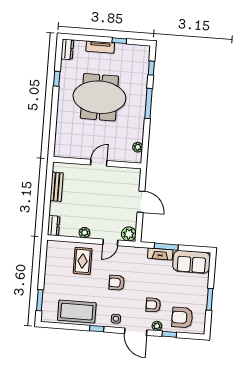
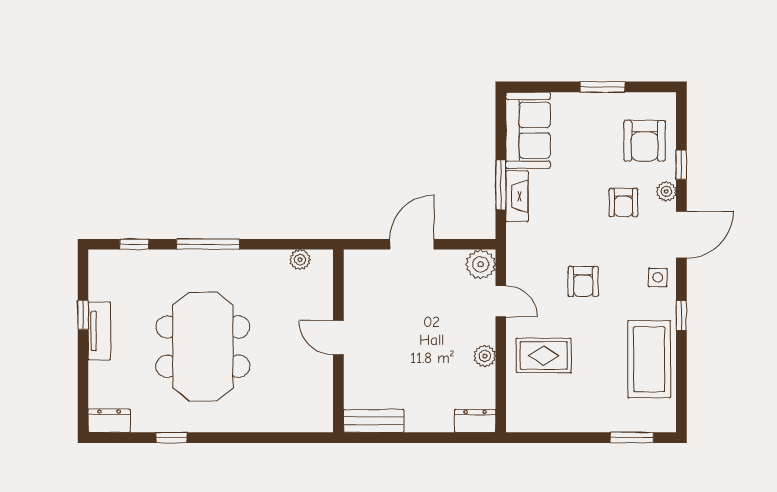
tv unit: (100, 47) -> (99, 331), moved
bench: (57, 187) -> (374, 421), moved

